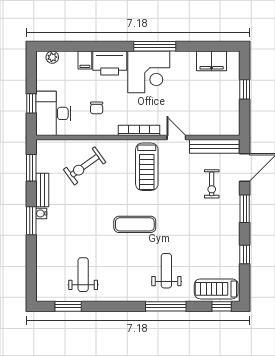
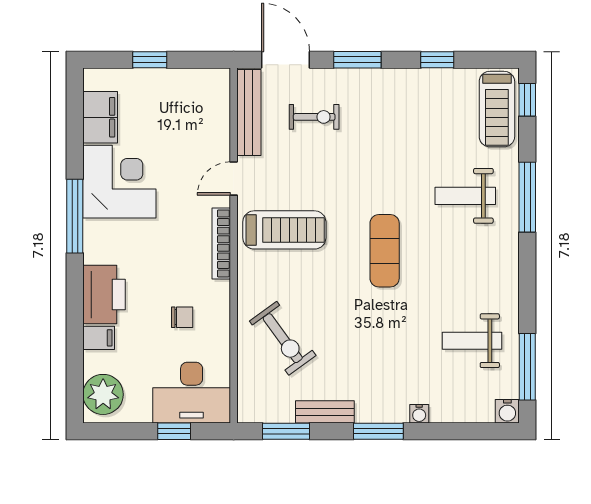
plant: (52, 57) -> (103, 394), width x1.88, depth x1.88
corner desk: (149, 72) -> (119, 182), moved
water cooler: (41, 213) -> (419, 414), moved
water cooler: (43, 295) -> (507, 411), added
window: (68, 306) -> (527, 367), width x1.44

